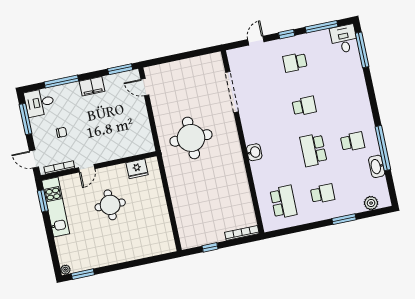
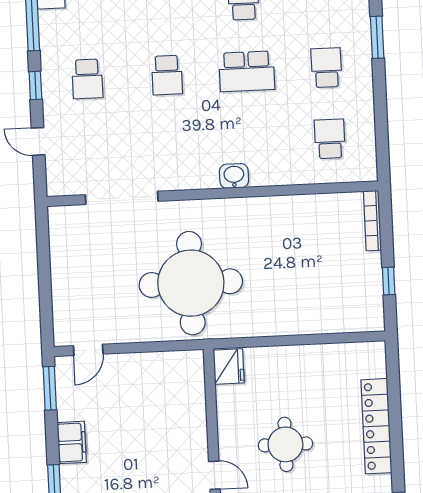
school desk: (304, 106) -> (167, 75), turned 180
round table: (191, 138) -> (191, 283), width x1.36, depth x1.36
fridge: (137, 169) -> (229, 367), moved
school desk: (283, 202) -> (330, 139), width x0.54
locker: (128, 254) -> (376, 426), added

